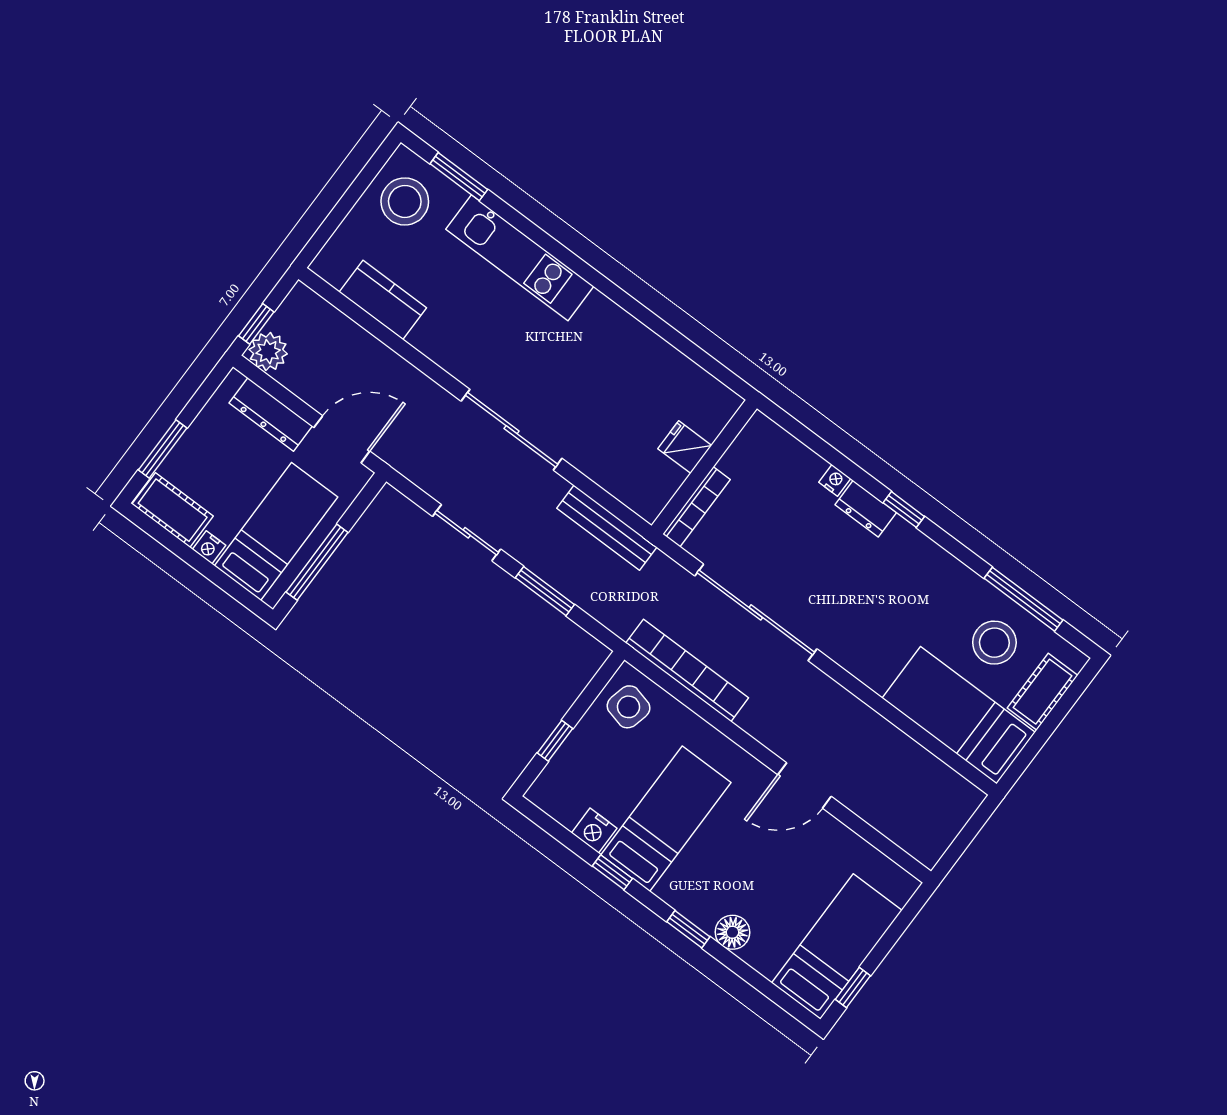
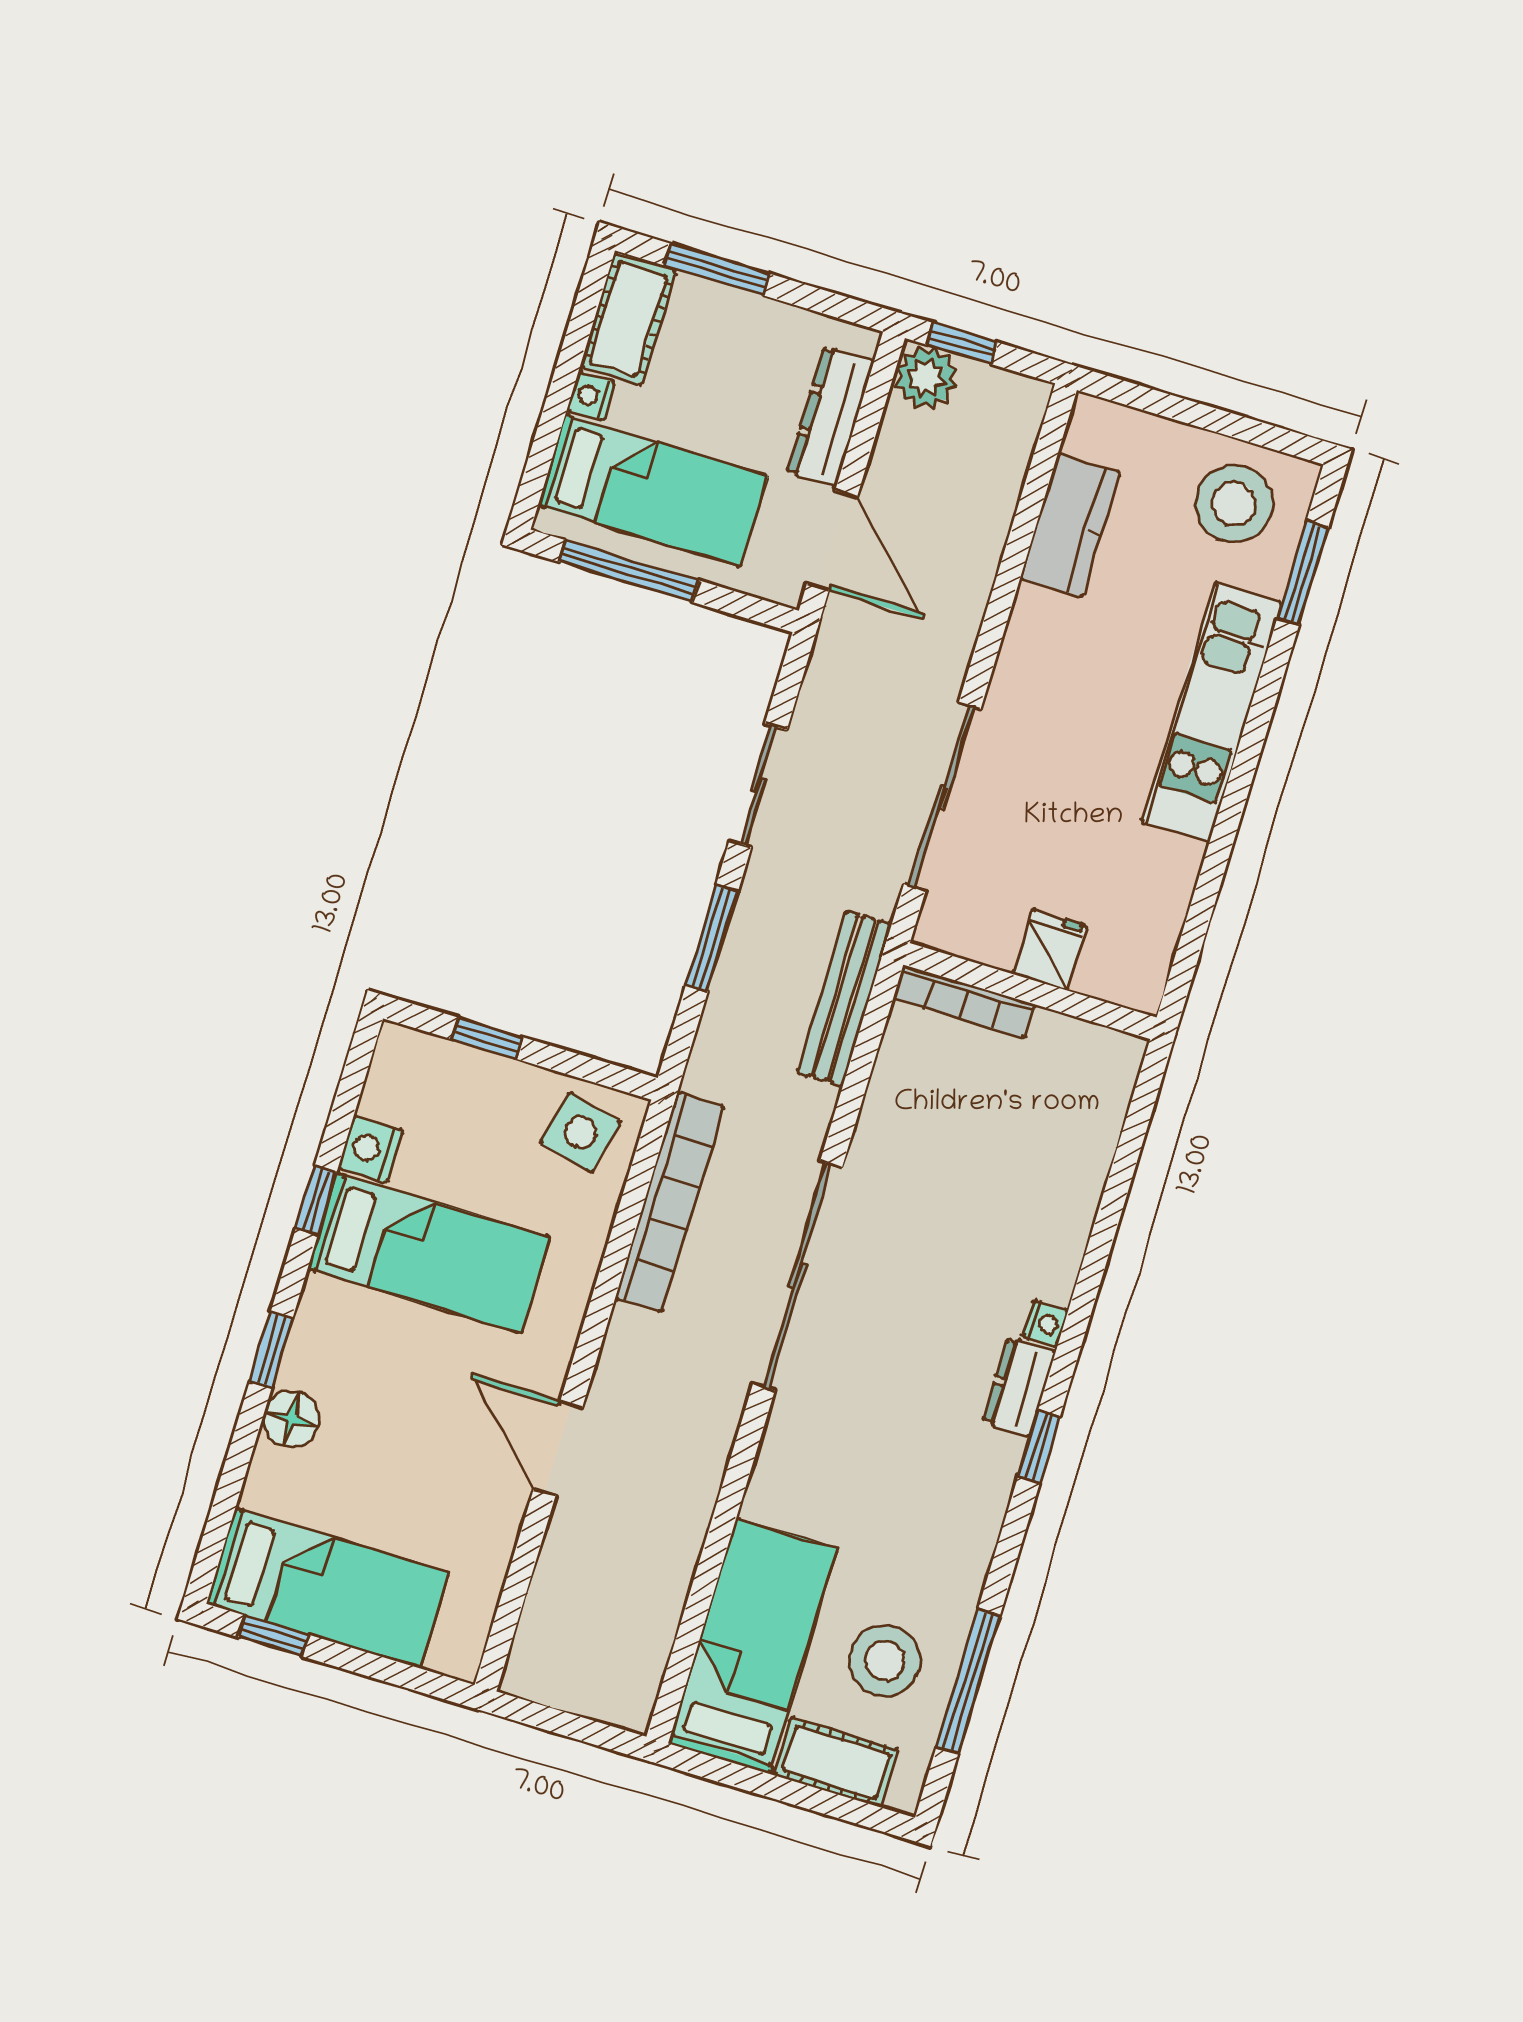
fridge: (685, 447) -> (1050, 950), moved
wall: (704, 467) -> (1030, 991), moved
bookcase: (696, 507) -> (964, 1001), moved

